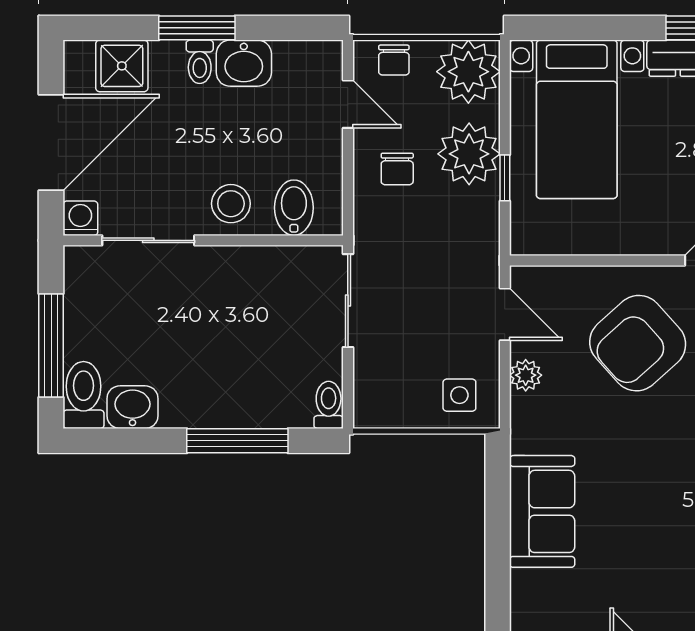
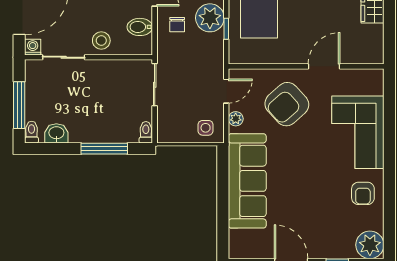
bidet: (294, 208) -> (140, 27), moved, turned -90
door: (505, 314) -> (226, 91), hinge flipped
toilet: (84, 395) -> (32, 132), width x0.73, depth x0.72
sofa: (542, 511) -> (247, 181), width x1.85, depth x1.27

